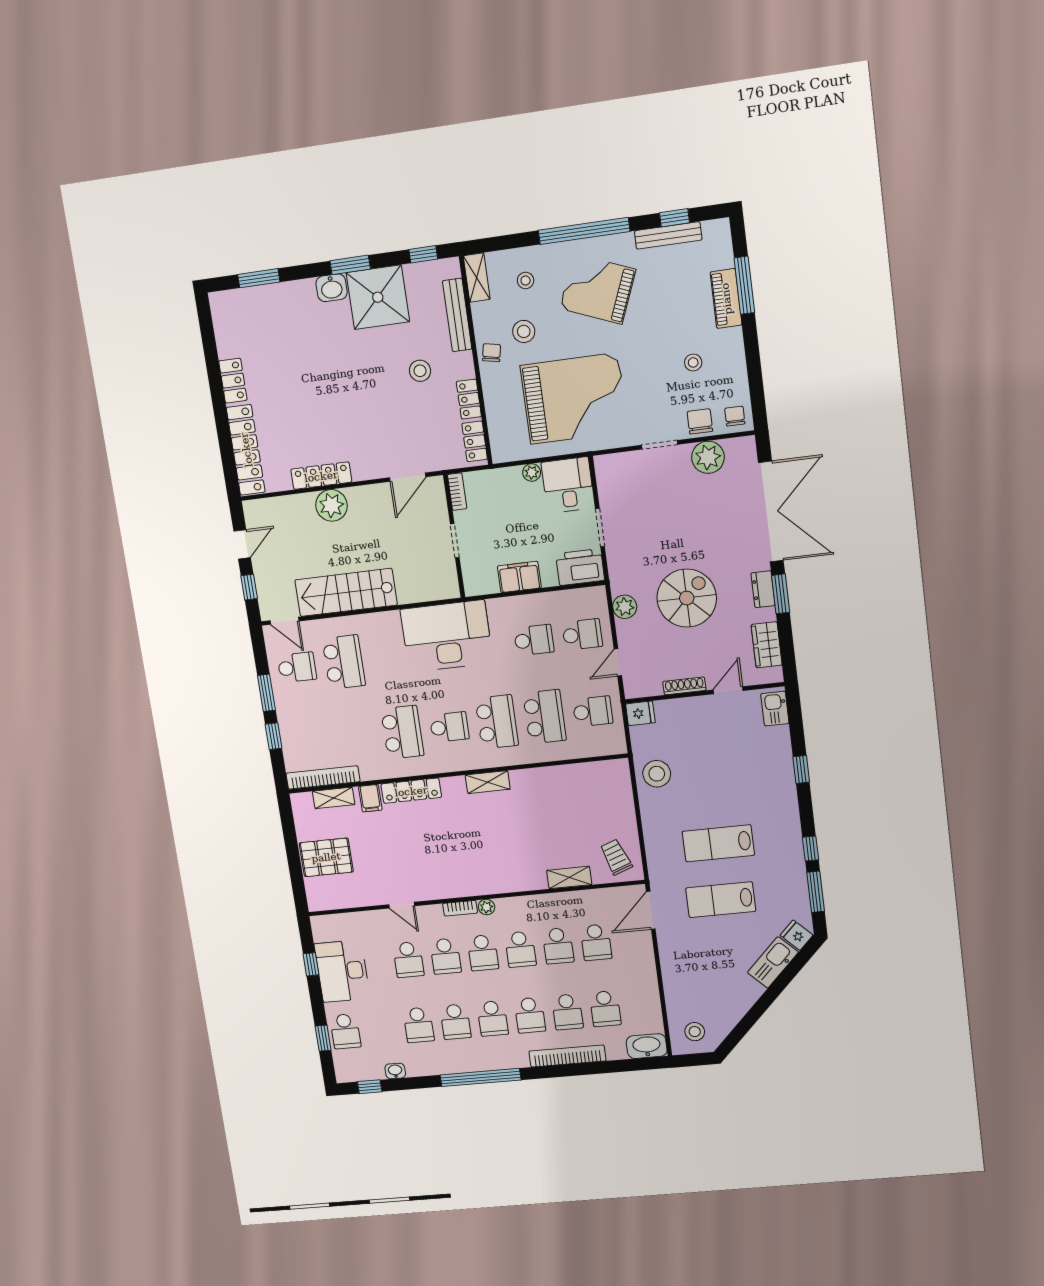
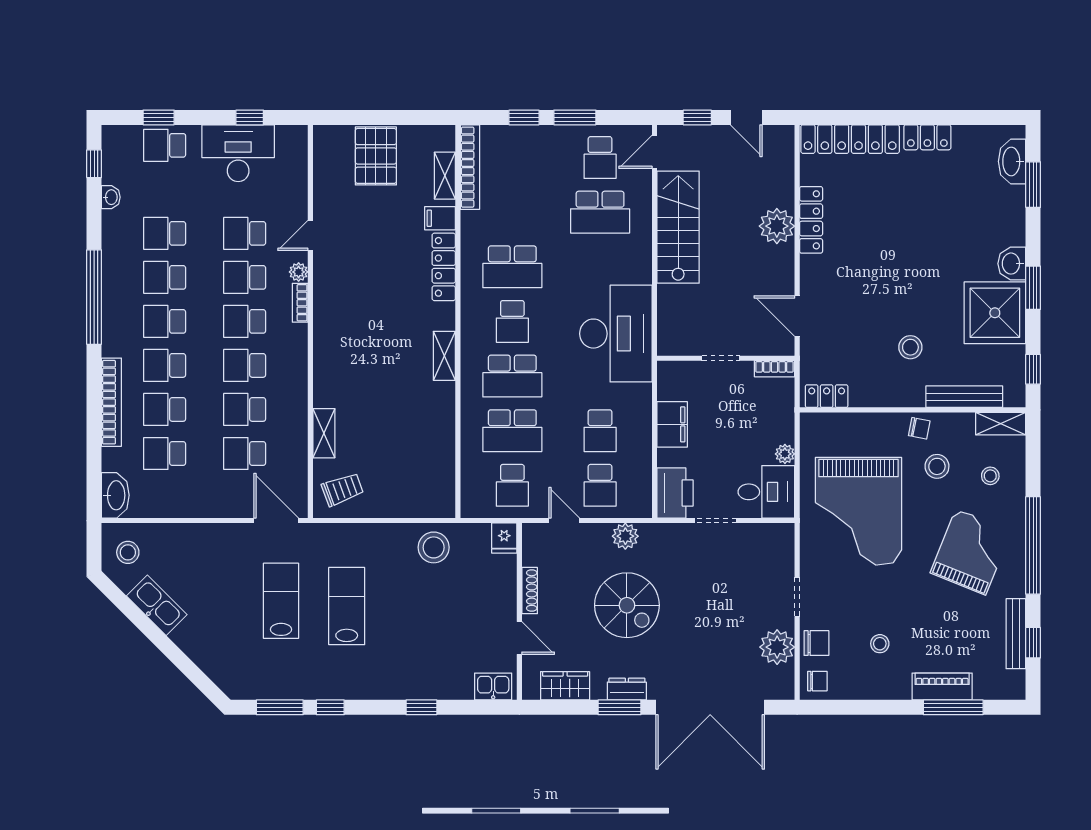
washbasin: (242, 300) -> (1012, 161), added
locker: (469, 399) -> (873, 396), removed
plant: (487, 907) -> (299, 272), moved
fridge: (797, 935) -> (231, 681), removed
kitchen sink: (773, 962) -> (157, 605), moved

